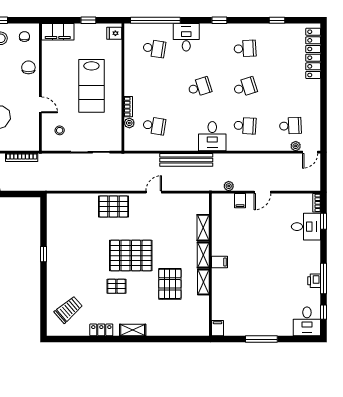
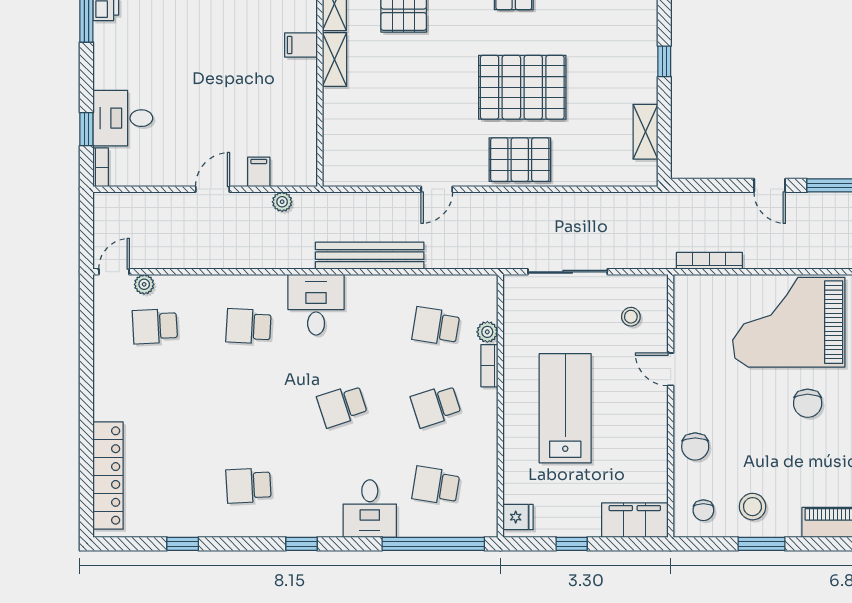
school desk: (245, 87) -> (436, 406), moved
shelving: (203, 228) -> (645, 132), moved
pallet: (131, 256) -> (522, 87), moved

